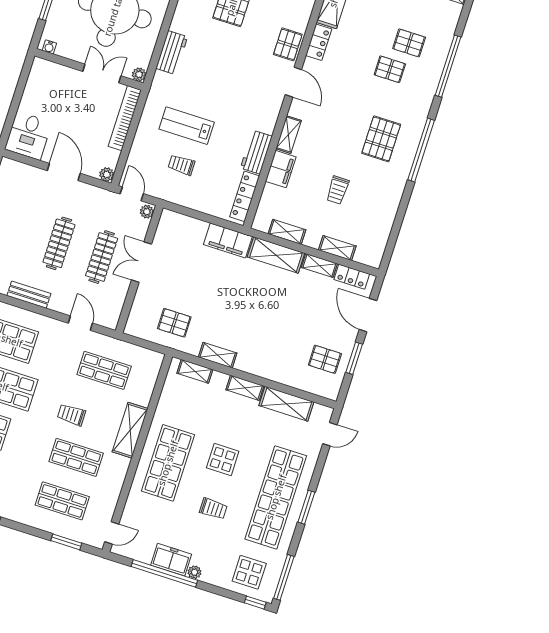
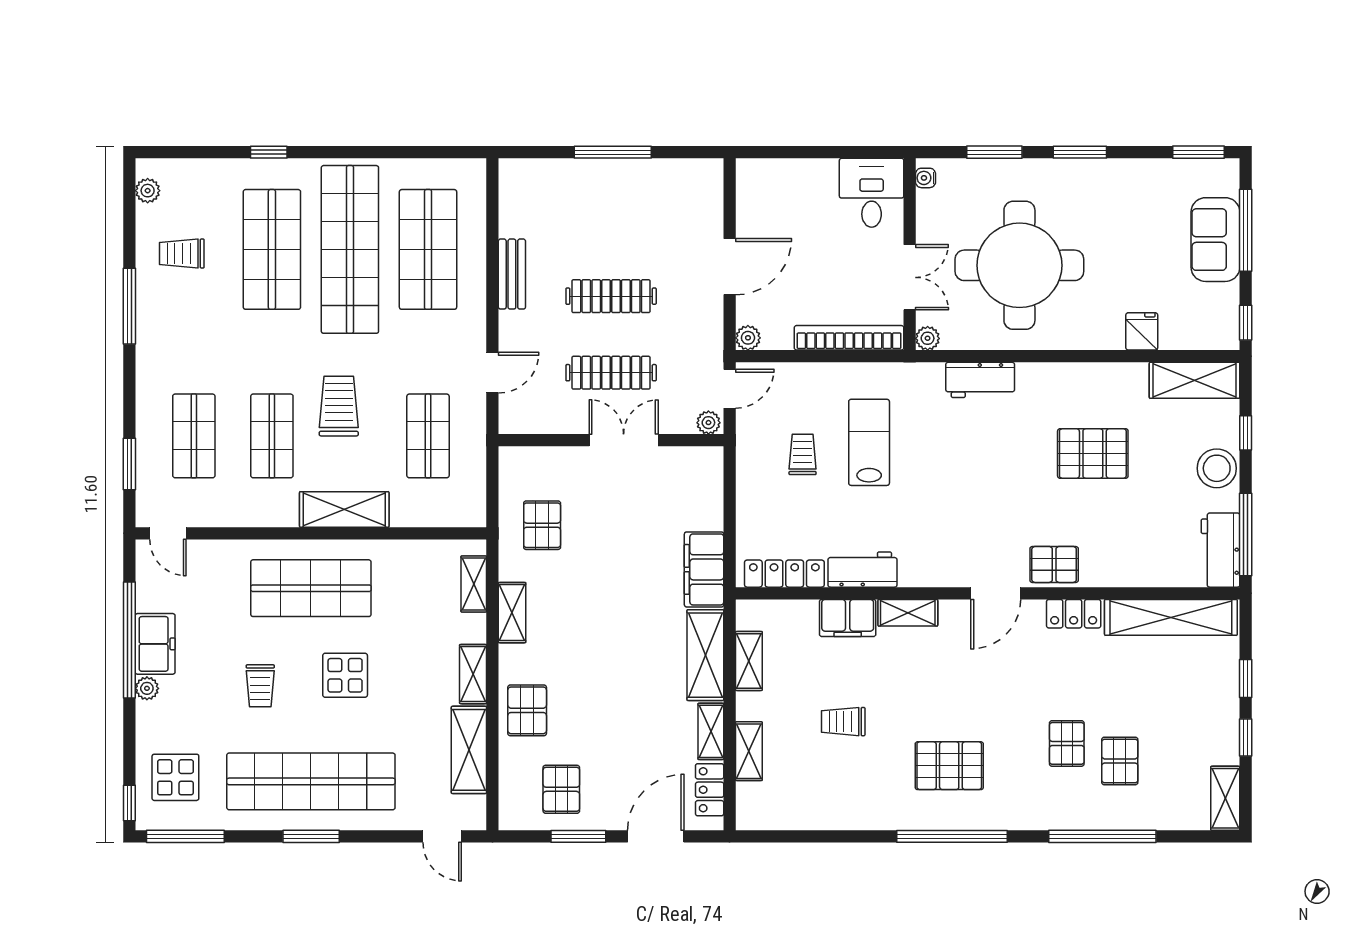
desk: (28, 136) -> (872, 193), moved, turned 90
pallet: (275, 364) -> (527, 710), added
trolley: (71, 415) -> (339, 406), width x1.36, depth x1.39

